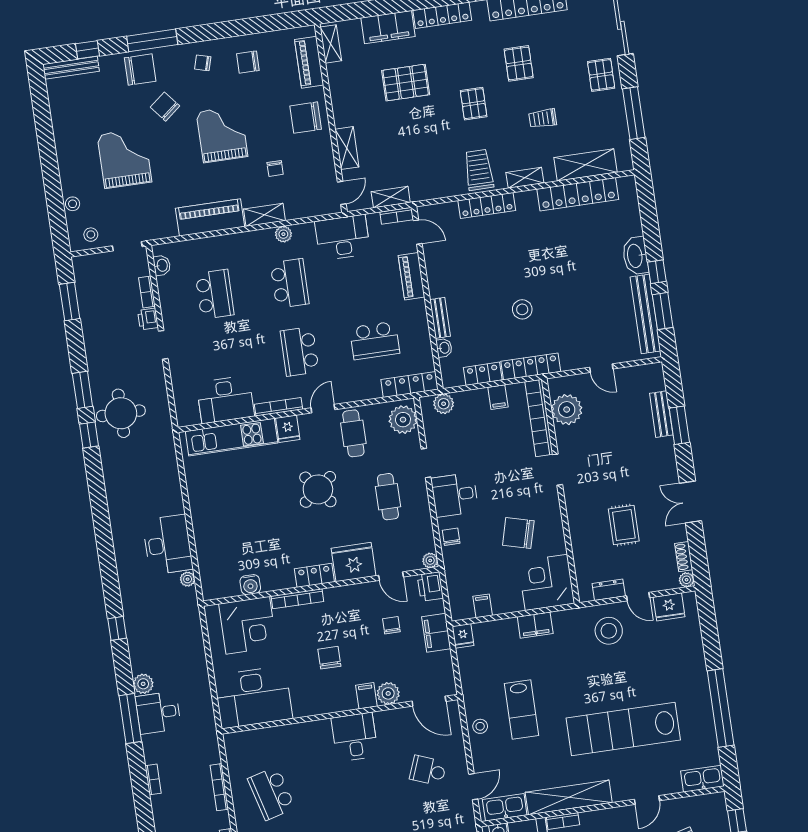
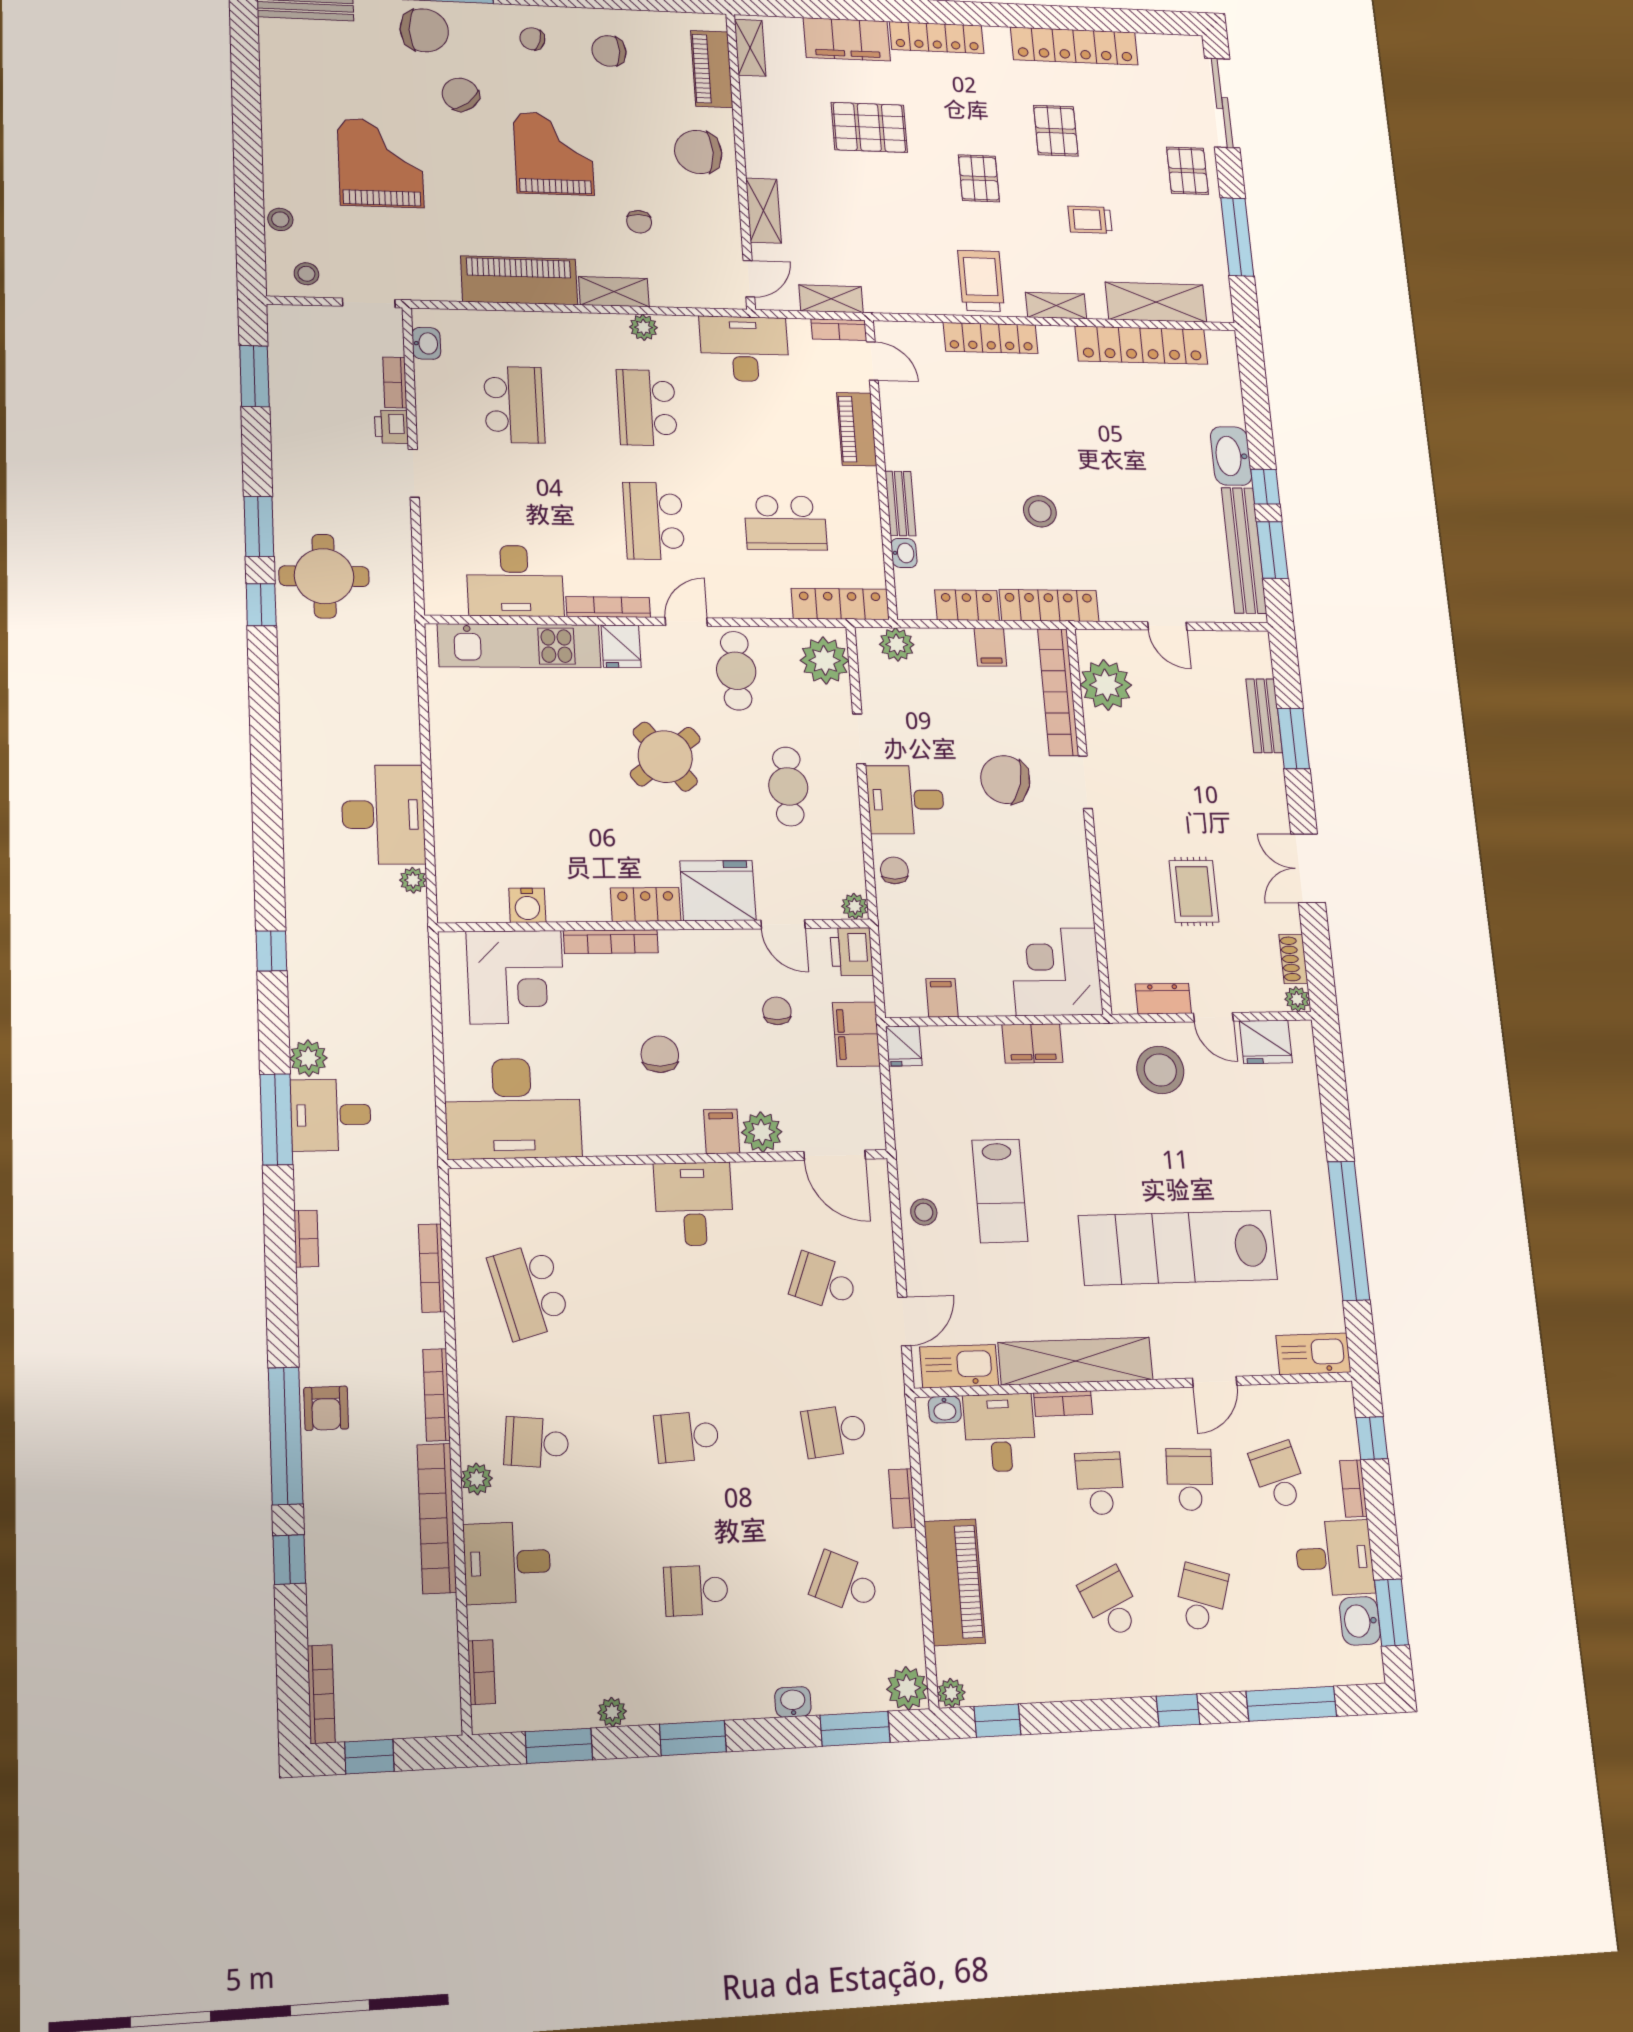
school desk: (290, 283) -> (647, 408), turned 180
chair: (518, 533) -> (1005, 780), moved

